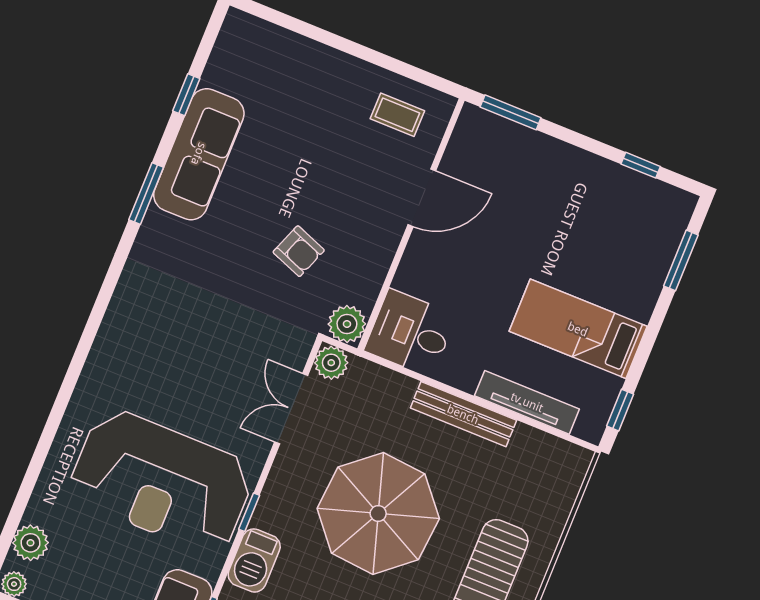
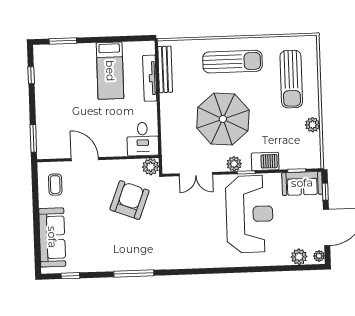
window: (186, 95) -> (70, 276), moved
sofa: (199, 154) -> (52, 237), moved, turned 90
window: (146, 193) -> (134, 273), width x1.44
armchair: (299, 251) -> (130, 200), width x1.88, depth x1.88
plant: (331, 363) -> (234, 164), moved
window: (620, 410) -> (136, 38), removed
bench: (463, 414) -> (165, 69), moved

